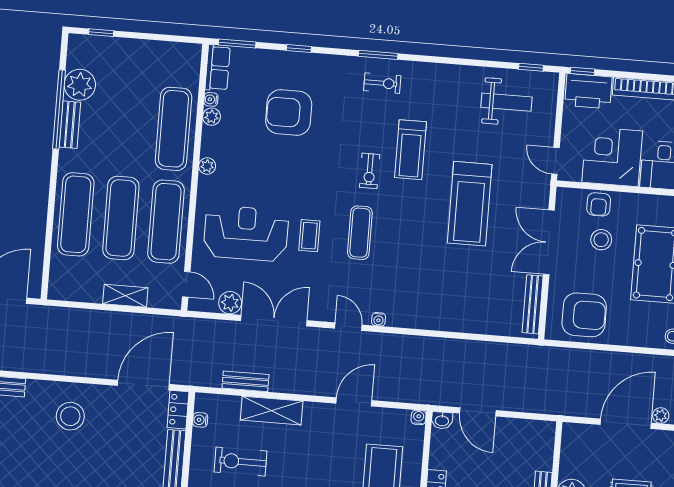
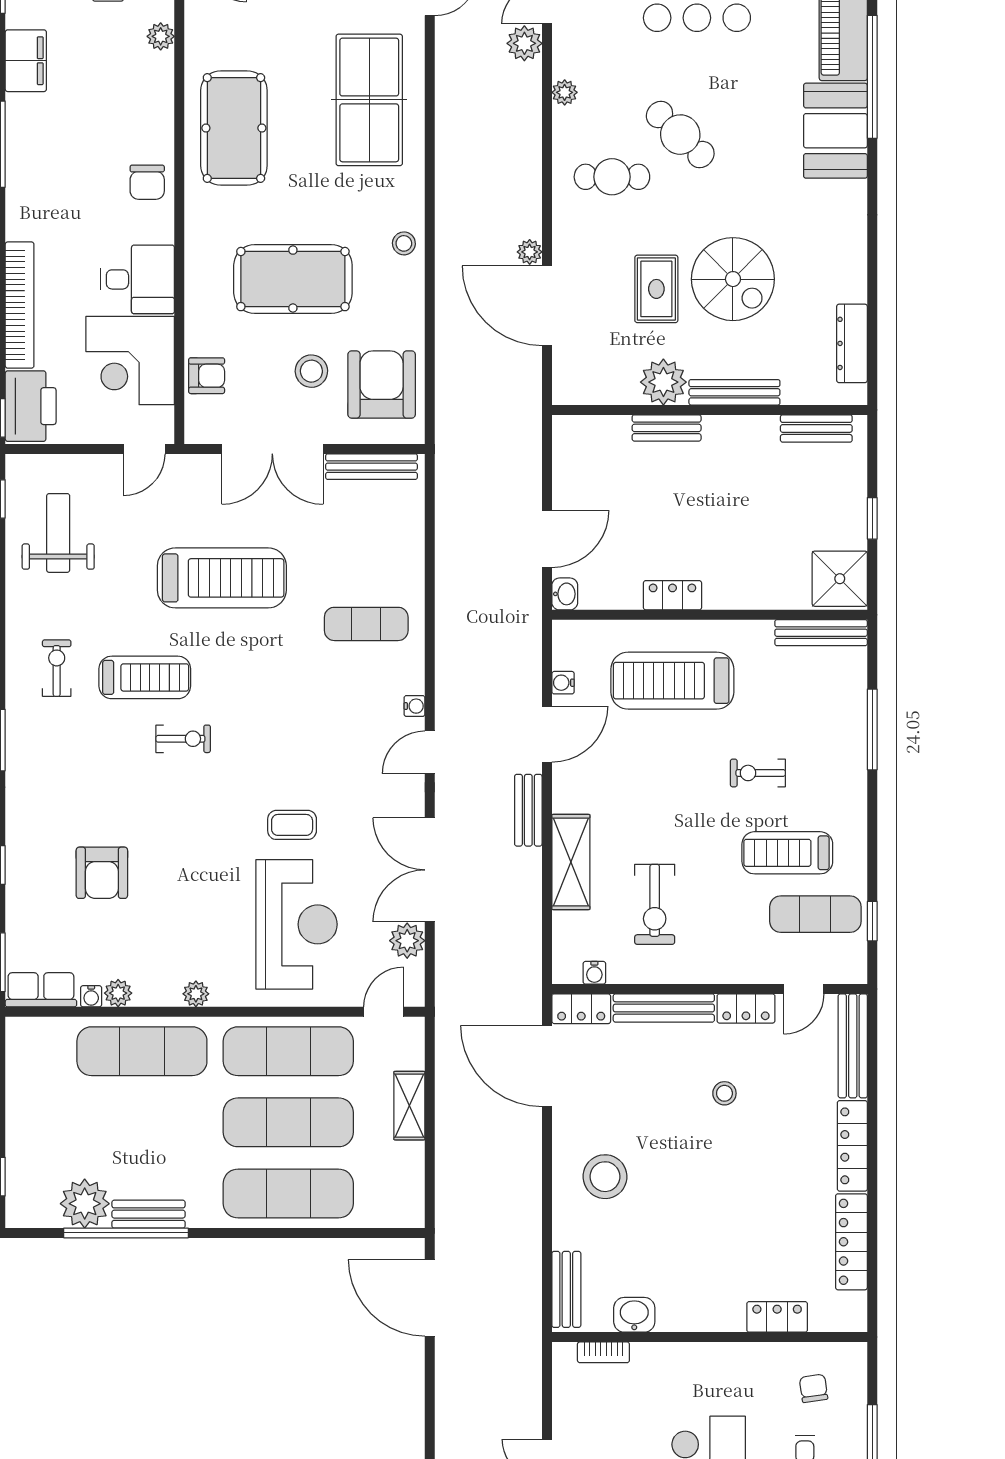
exercise bike: (382, 83) -> (57, 668), moved
armchair: (289, 113) -> (102, 873), width x0.73, depth x0.73
reception desk: (246, 233) -> (296, 924), turned 180
exercise mat: (360, 233) -> (366, 624), moved
stool: (601, 240) -> (311, 371), moved
bench: (246, 381) -> (528, 810), moved
door: (354, 402) -> (547, 734), swing flipped
water cooler: (419, 417) -> (563, 683), moved

